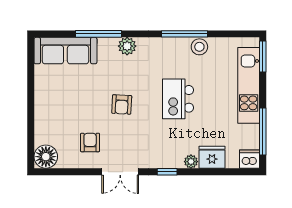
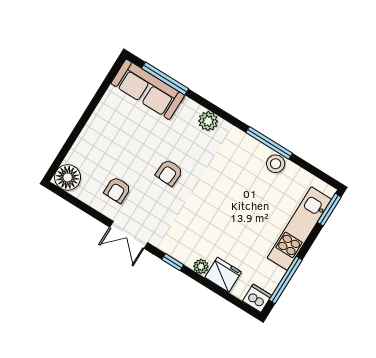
window: (99, 34) -> (165, 78), moved
kitchen island: (178, 99) -> (225, 200), removed
armchair: (90, 142) -> (117, 190), turned 180

